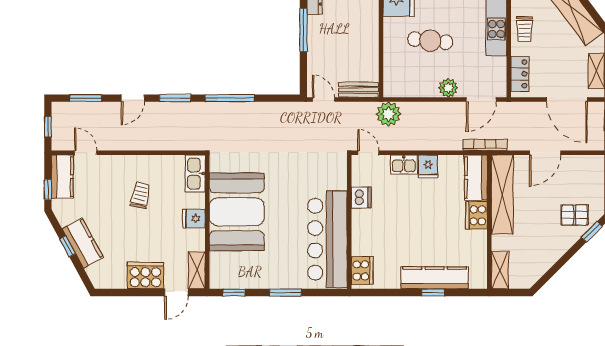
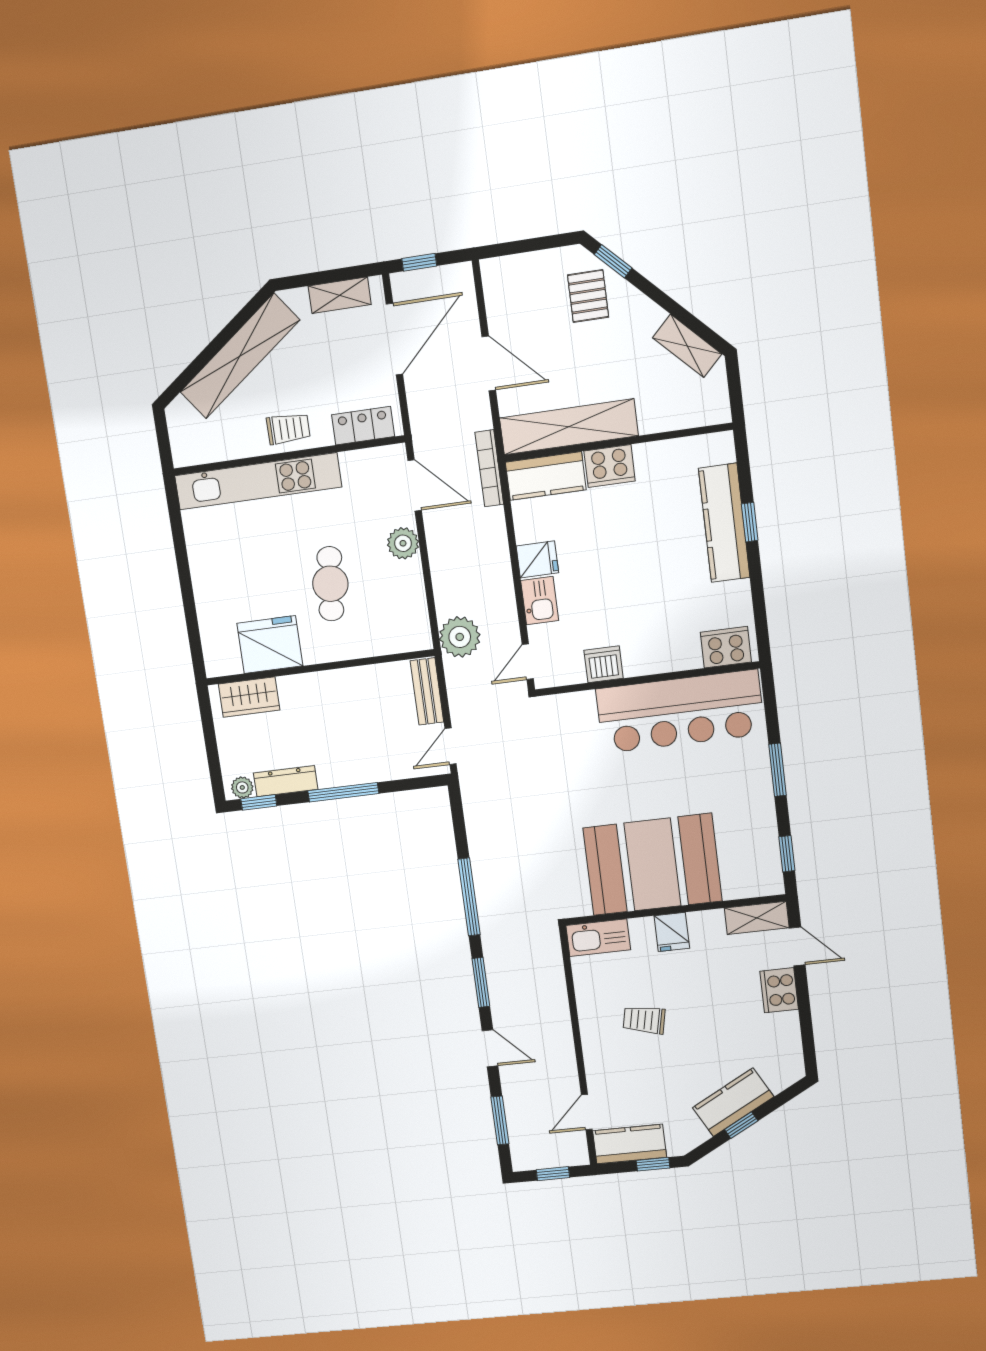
shelving: (500, 270) -> (687, 346), moved, turned 45
cooker: (145, 276) -> (779, 990), width x0.73, depth x0.76

